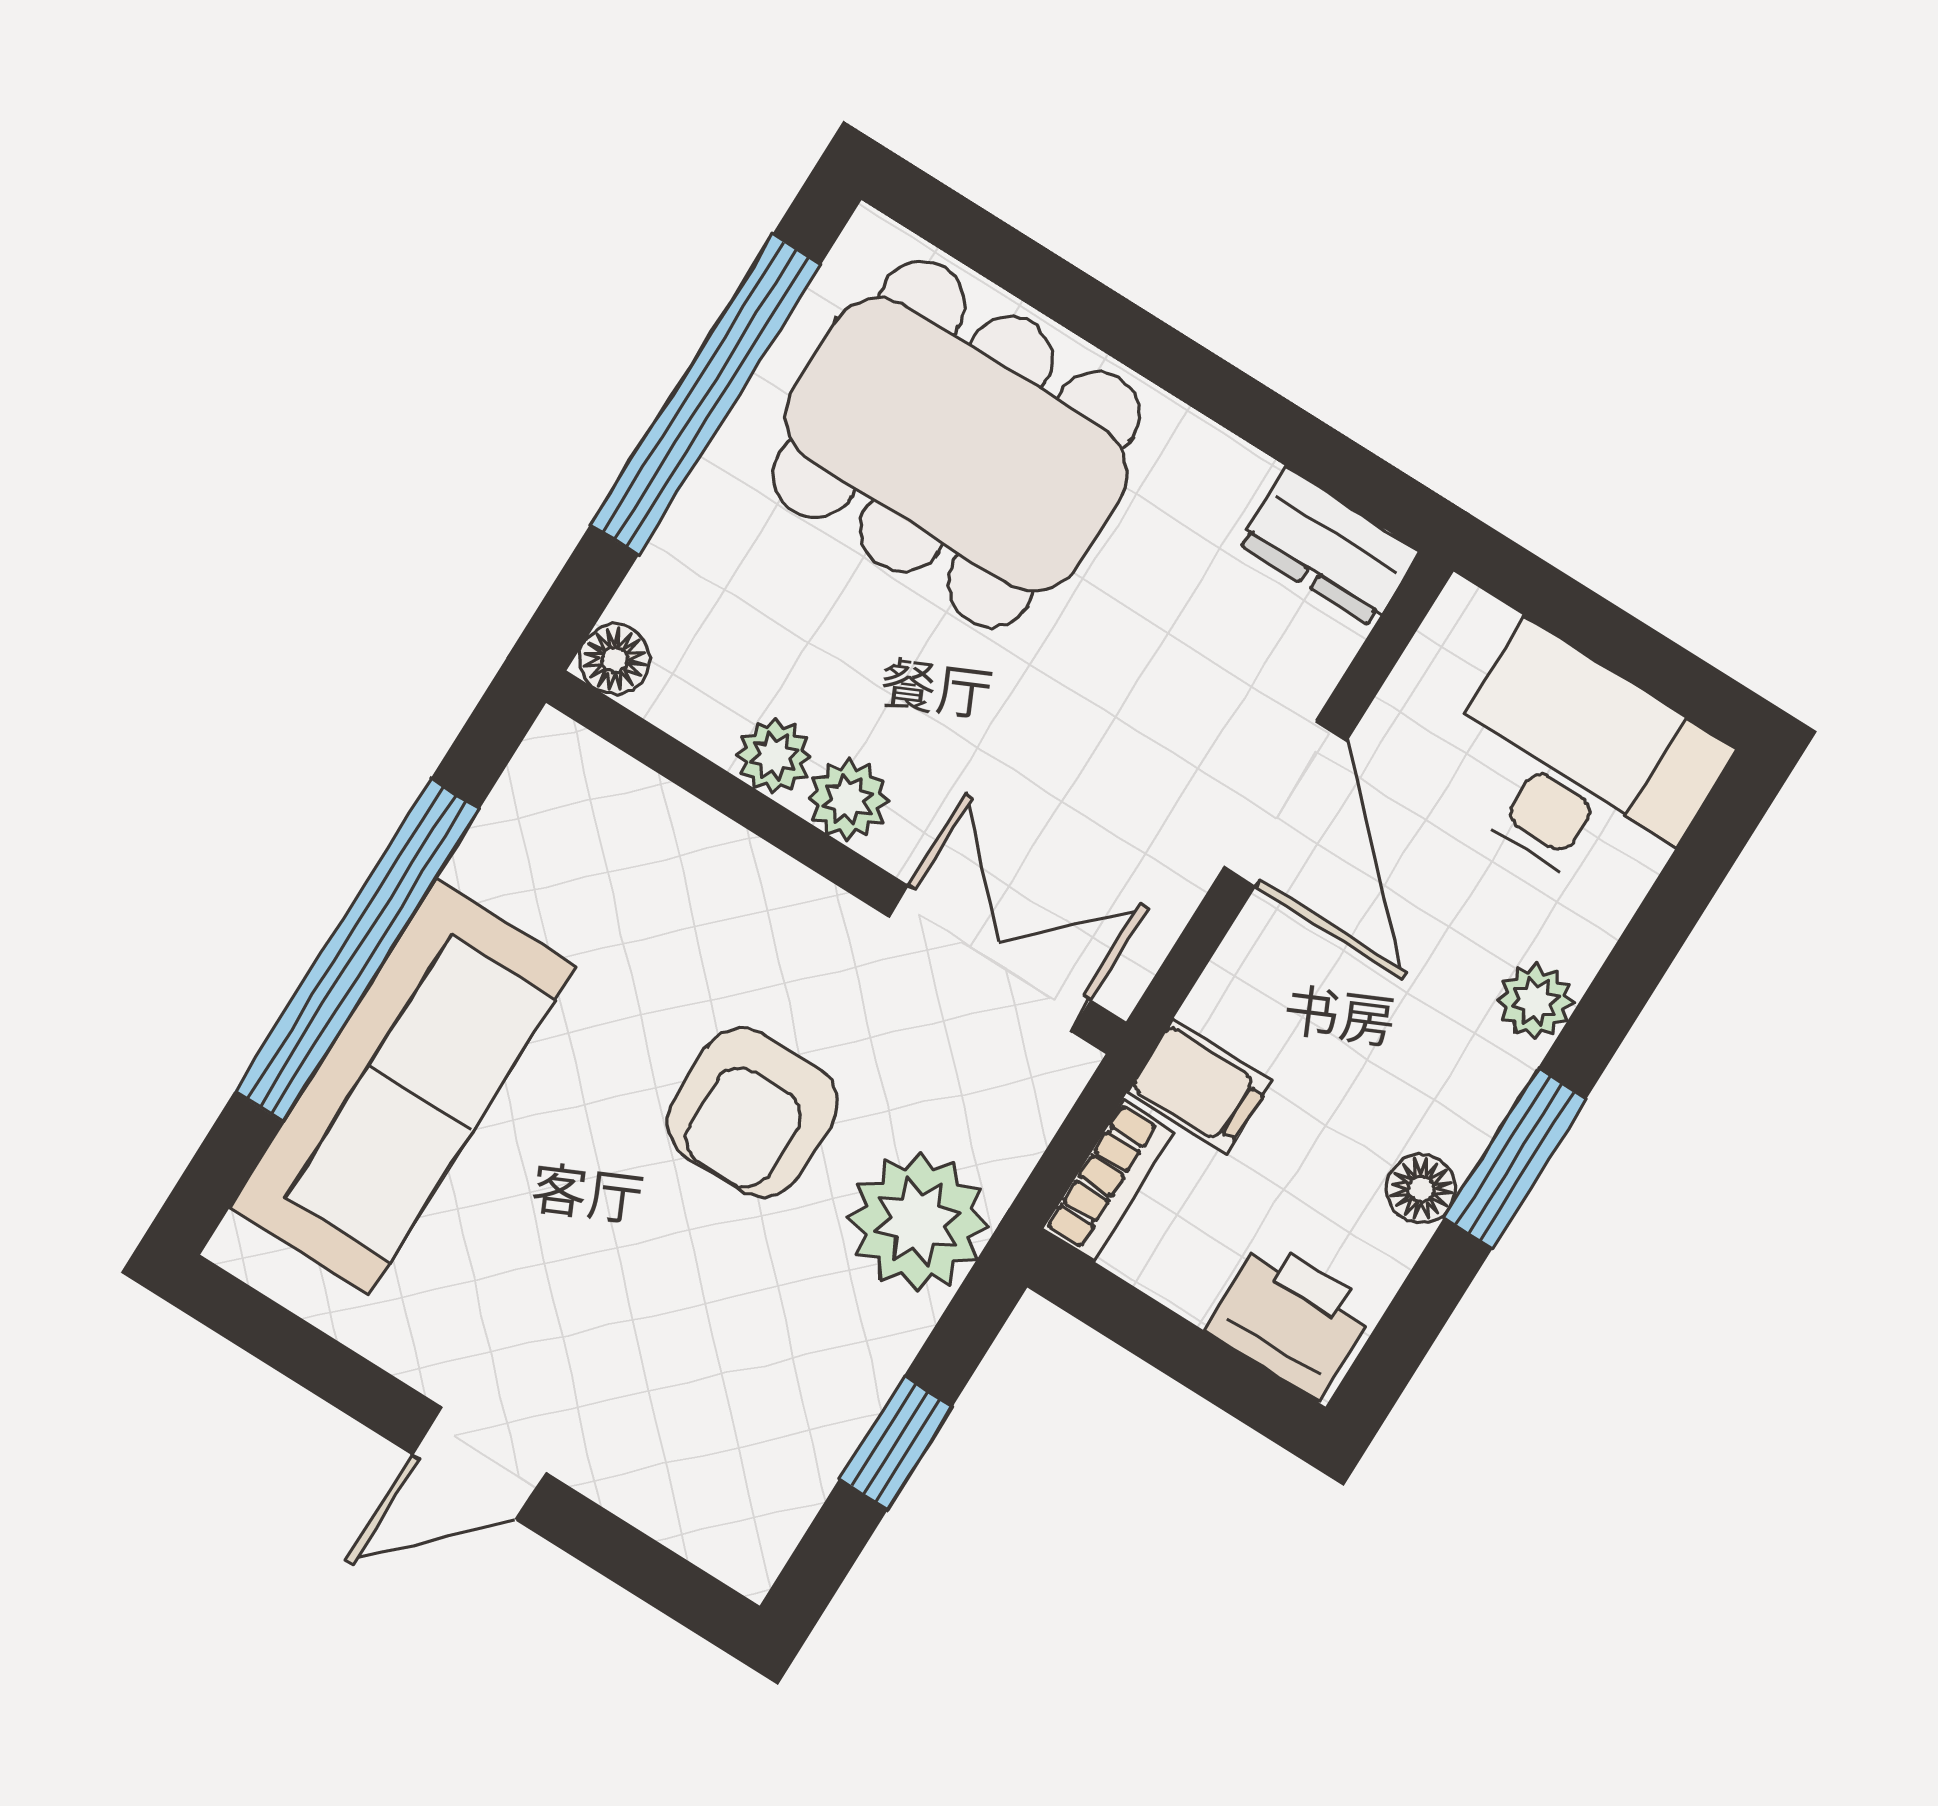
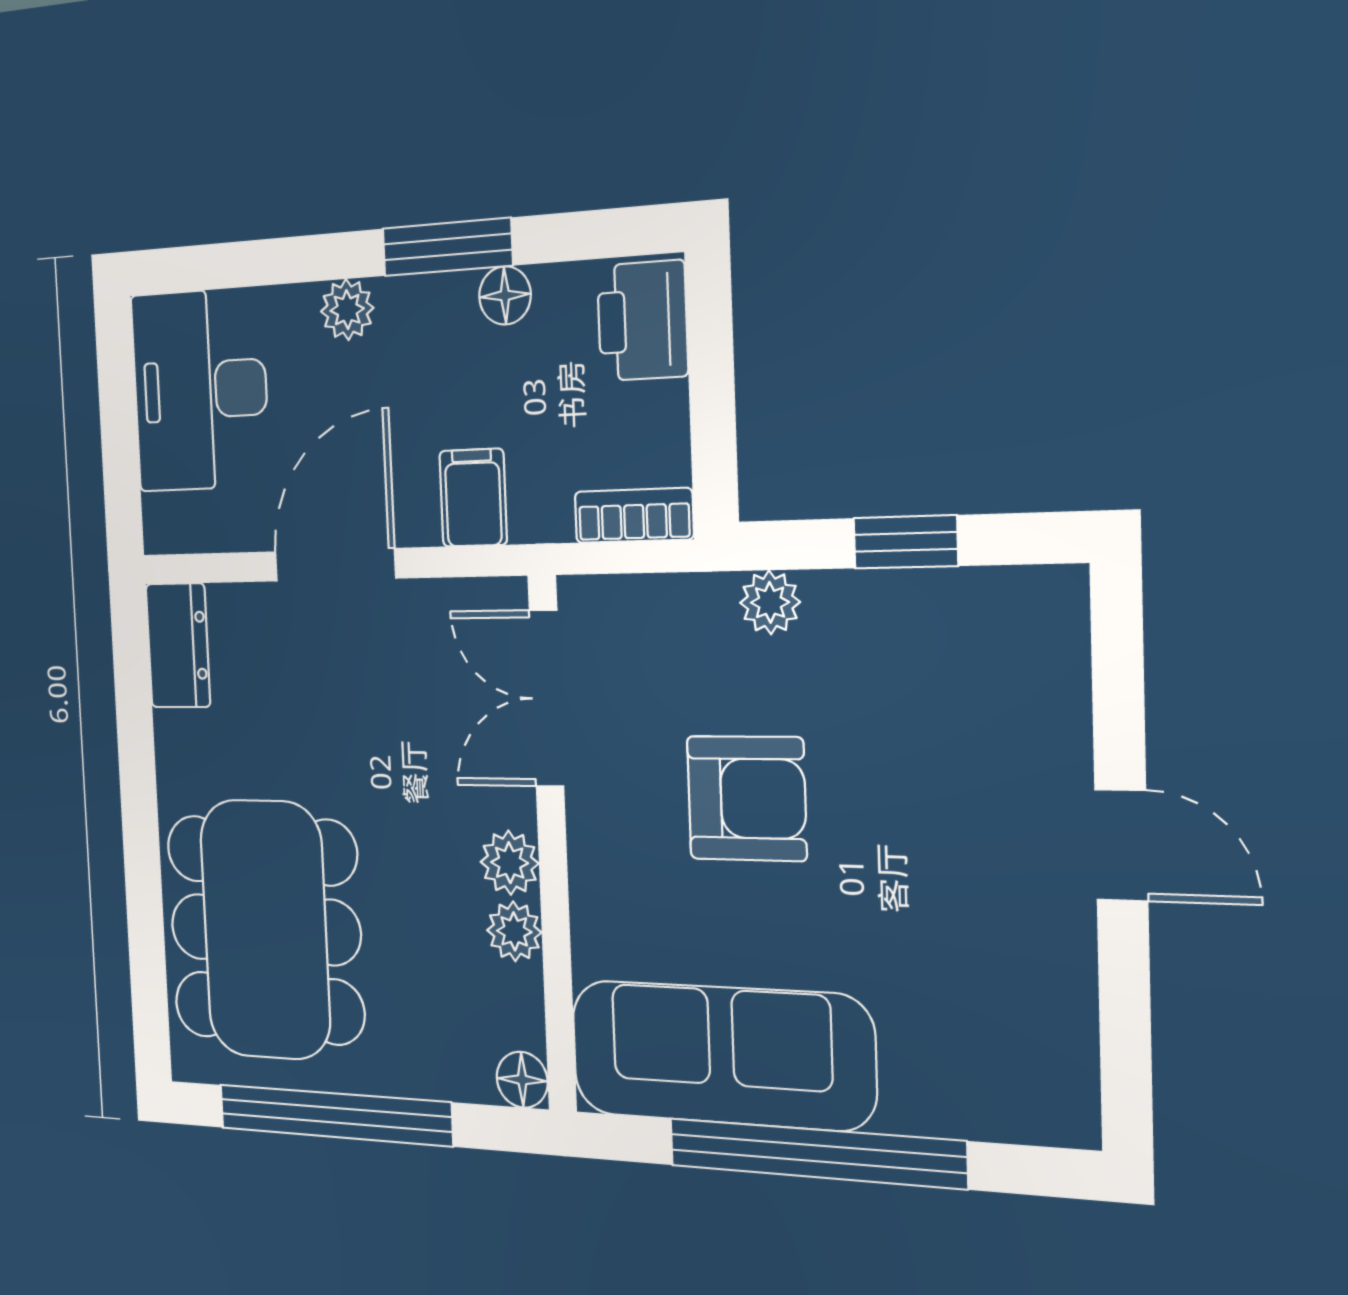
sofa: (403, 1087) -> (721, 1055), moved
filing cabinet: (1200, 1087) -> (473, 498), moved
plant: (918, 1222) -> (770, 602), width x0.53, depth x0.53

